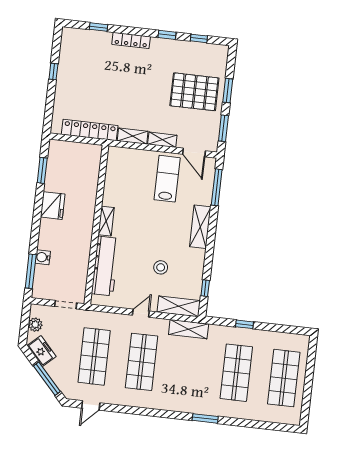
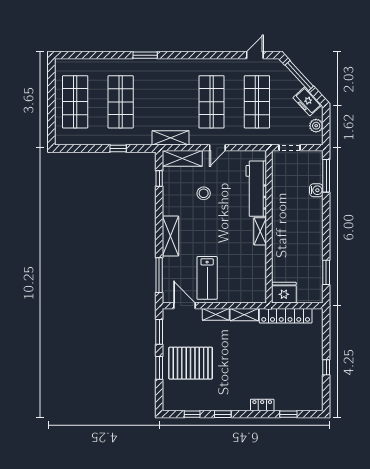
locker: (131, 40) -> (262, 405), width x0.66
fridge: (53, 206) -> (284, 293), moved, turned 90

